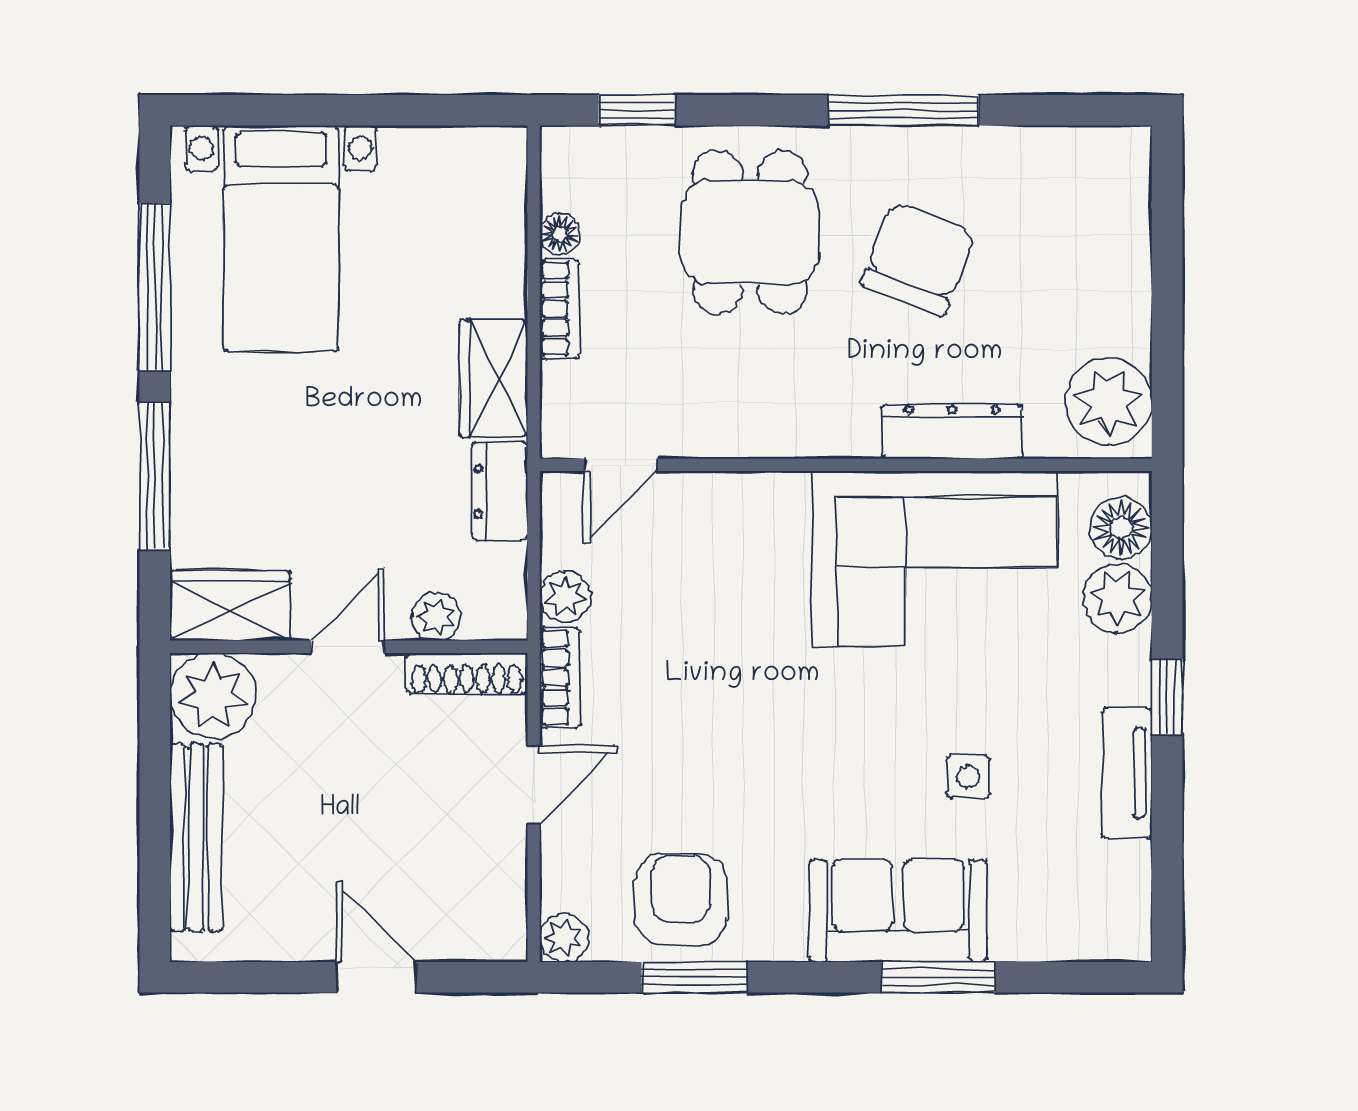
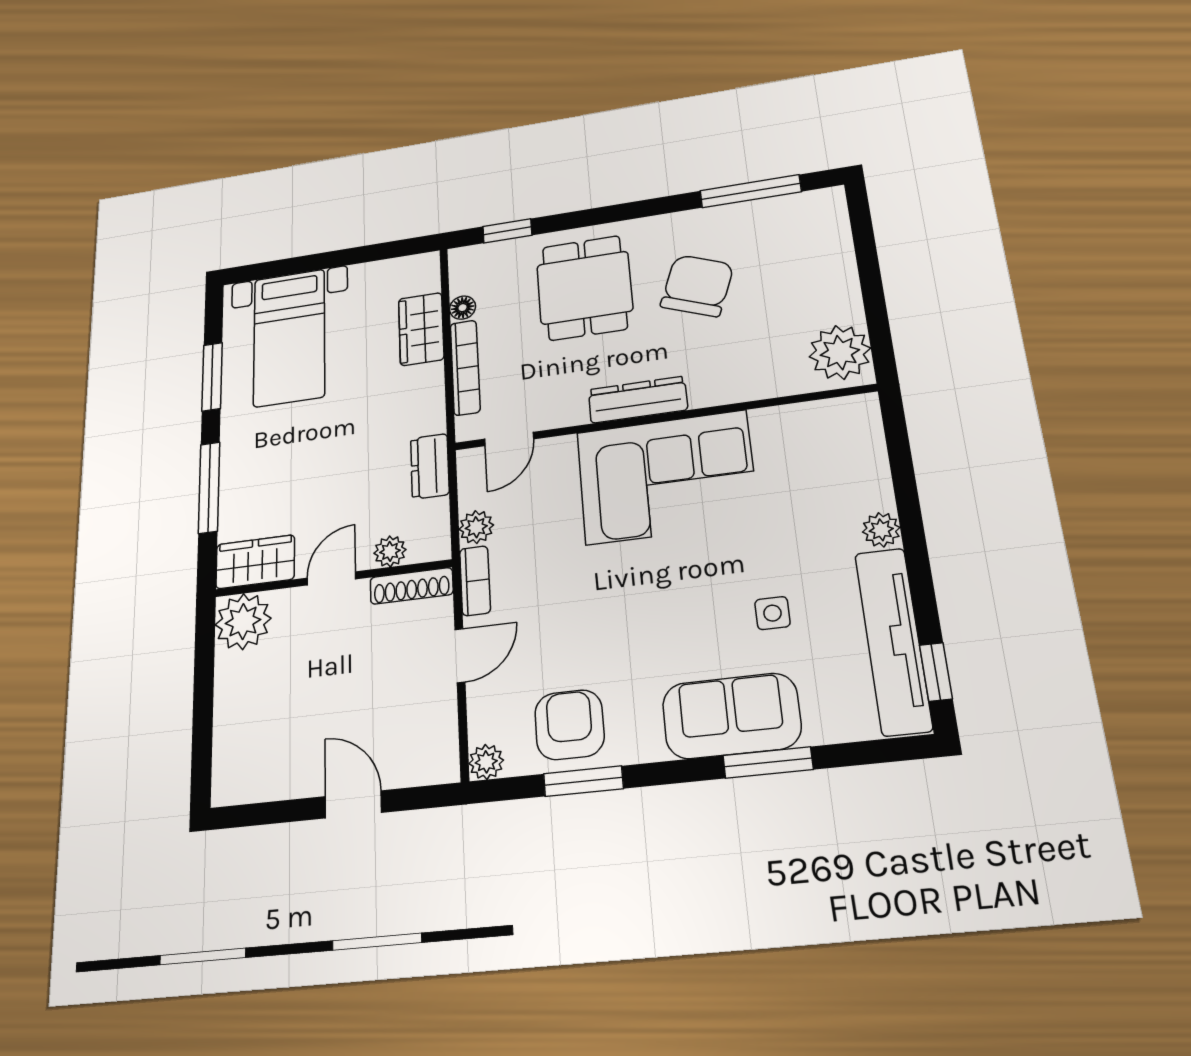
window: (903, 110) -> (750, 191), moved
window: (155, 287) -> (212, 377), width x0.69
bookcase: (560, 309) -> (465, 367), width x1.56
wardrobe: (493, 378) -> (421, 329), moved
dresser: (952, 431) -> (638, 400), moved
floor lamp: (1121, 528) -> (861, 431), removed
corner sofa: (935, 558) -> (666, 477), moved
plant: (1117, 598) -> (881, 530), moved, width x0.73, depth x0.73
window: (1167, 697) -> (936, 672), moved
tv unit: (1127, 773) -> (893, 641), width x1.92, depth x1.29
bench: (196, 838) -> (230, 718), removed

